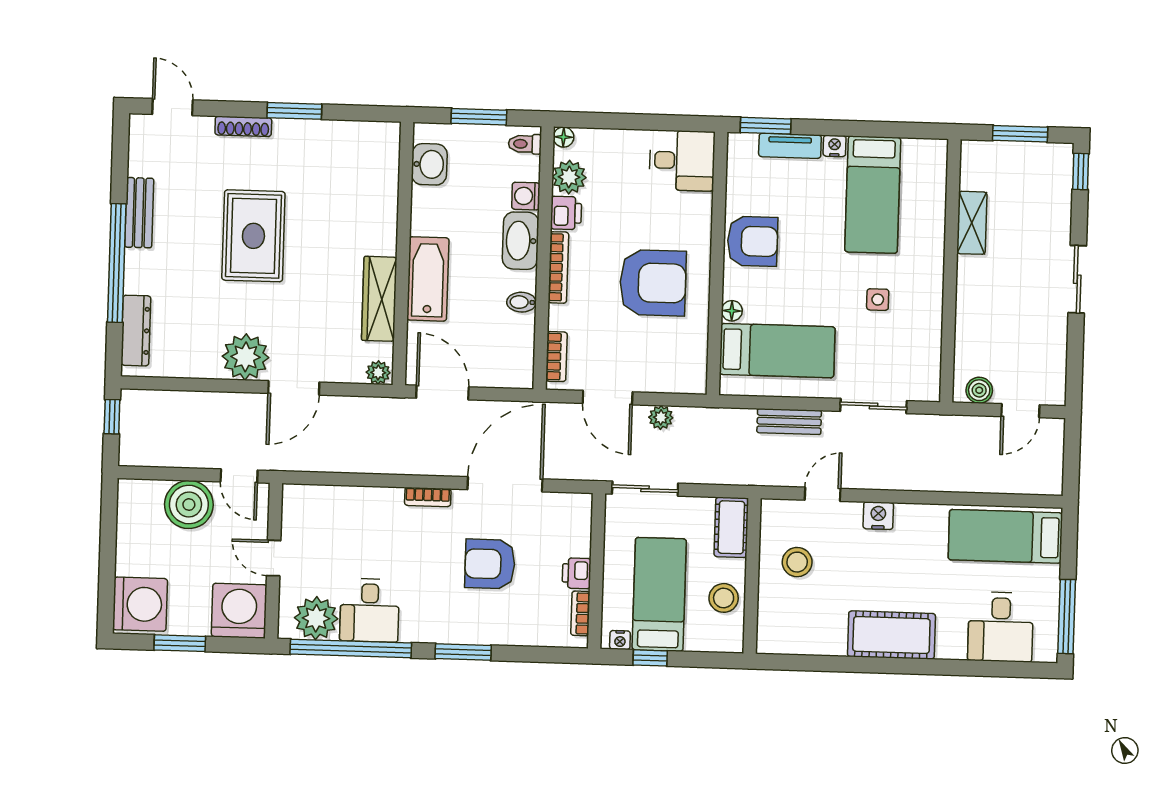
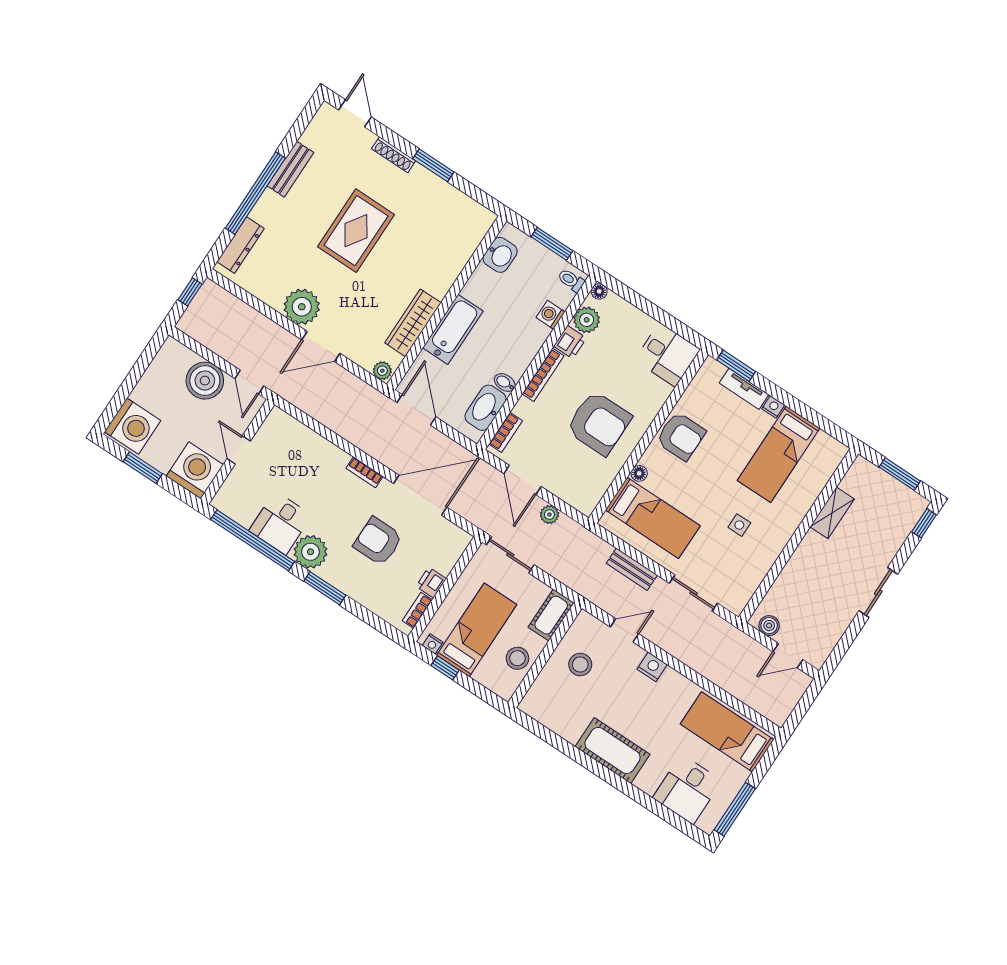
washbasin: (521, 241) -> (485, 408), moved
plant: (316, 618) -> (311, 552), moved

